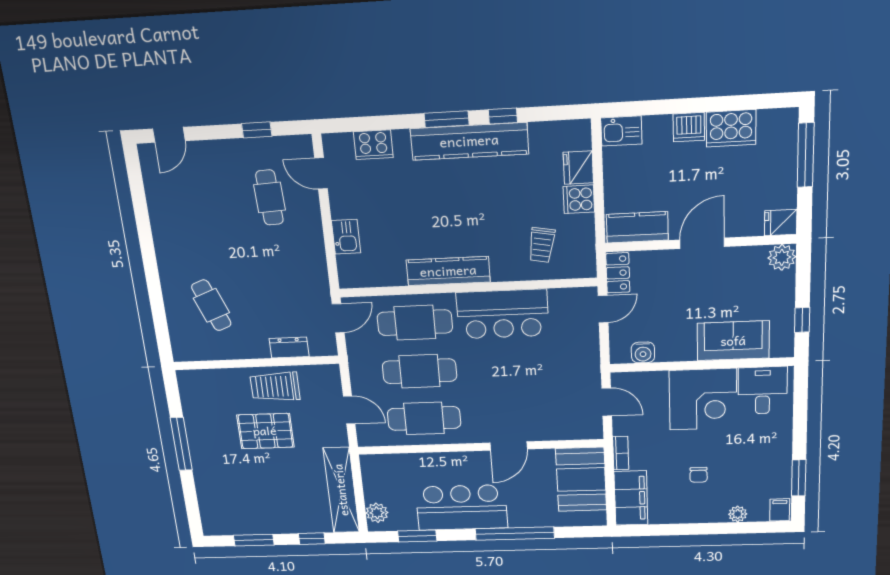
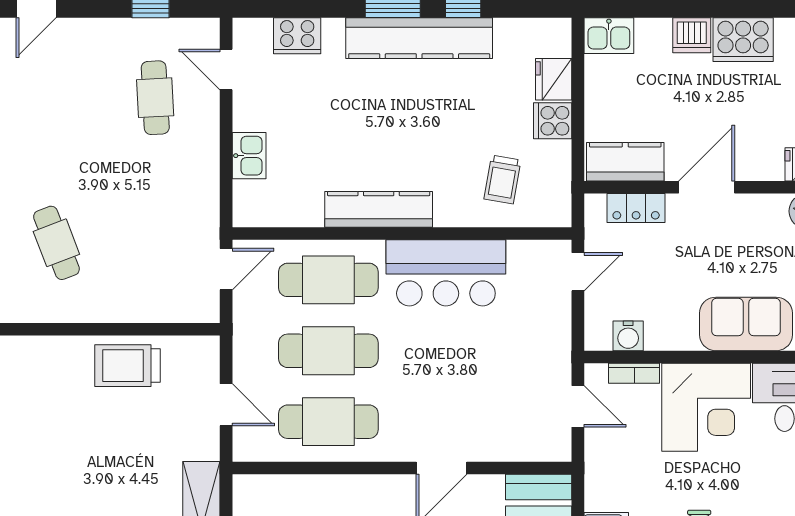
locker: (618, 273) -> (636, 208), moved, turned 90
dresser: (289, 348) -> (154, 309), removed
pallet: (265, 431) -> (105, 433), removed
bookcase: (621, 453) -> (634, 373), moved, turned 90

